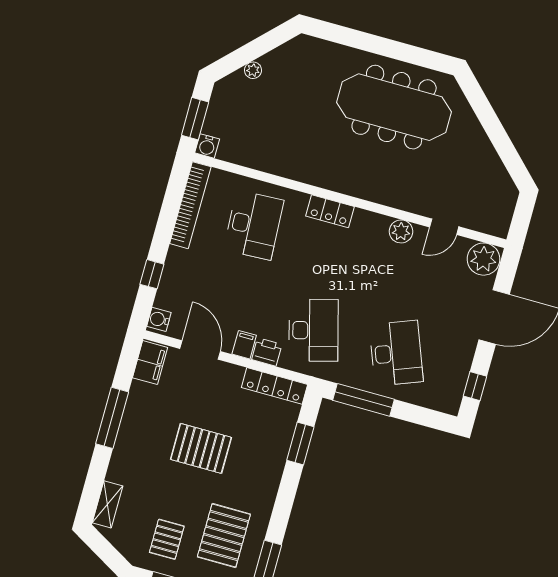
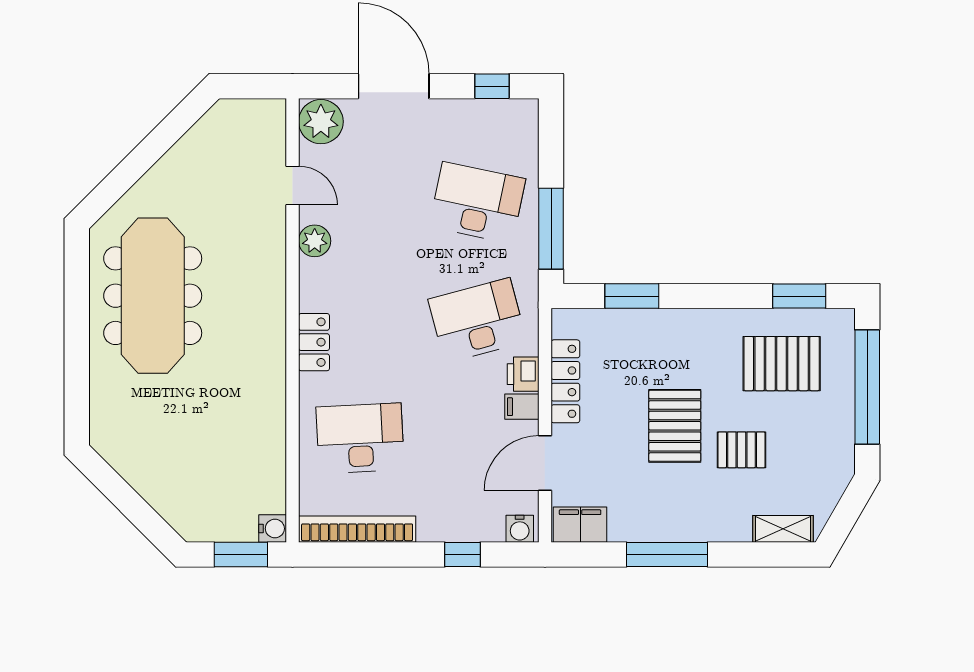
plant: (253, 70) -> (156, 496), removed
desk: (396, 353) -> (477, 203), turned 33
locker: (274, 386) -> (565, 381), moved
pallet: (167, 539) -> (741, 450), moved

